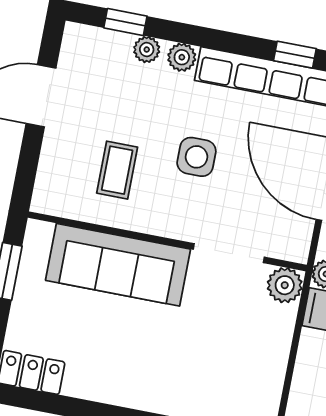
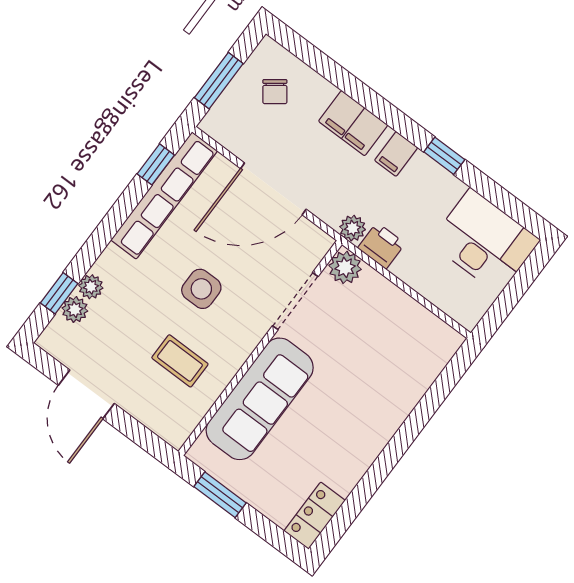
plant: (182, 57) -> (75, 310), moved

